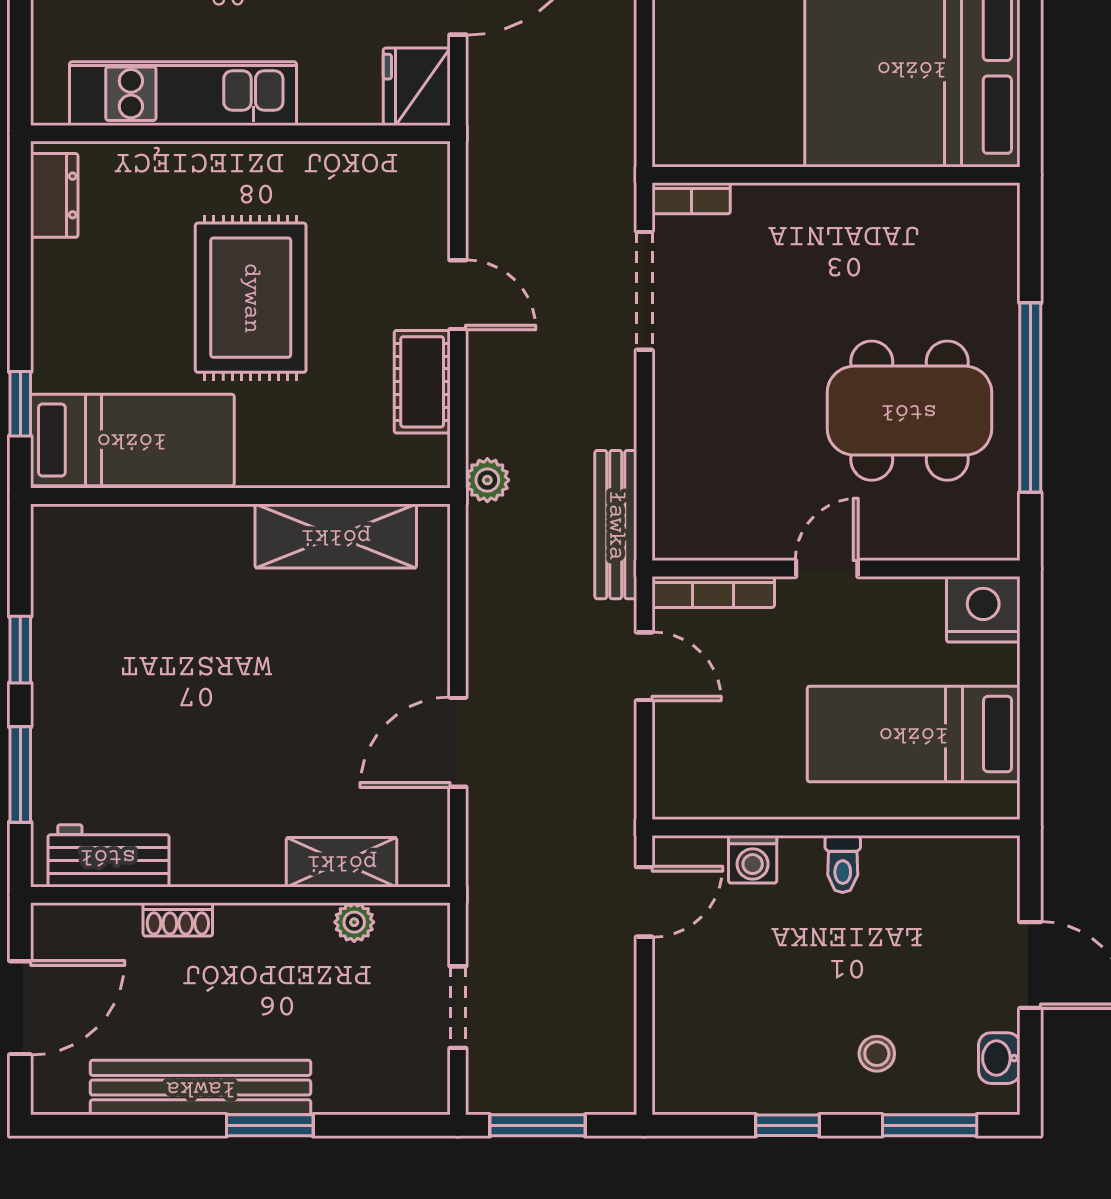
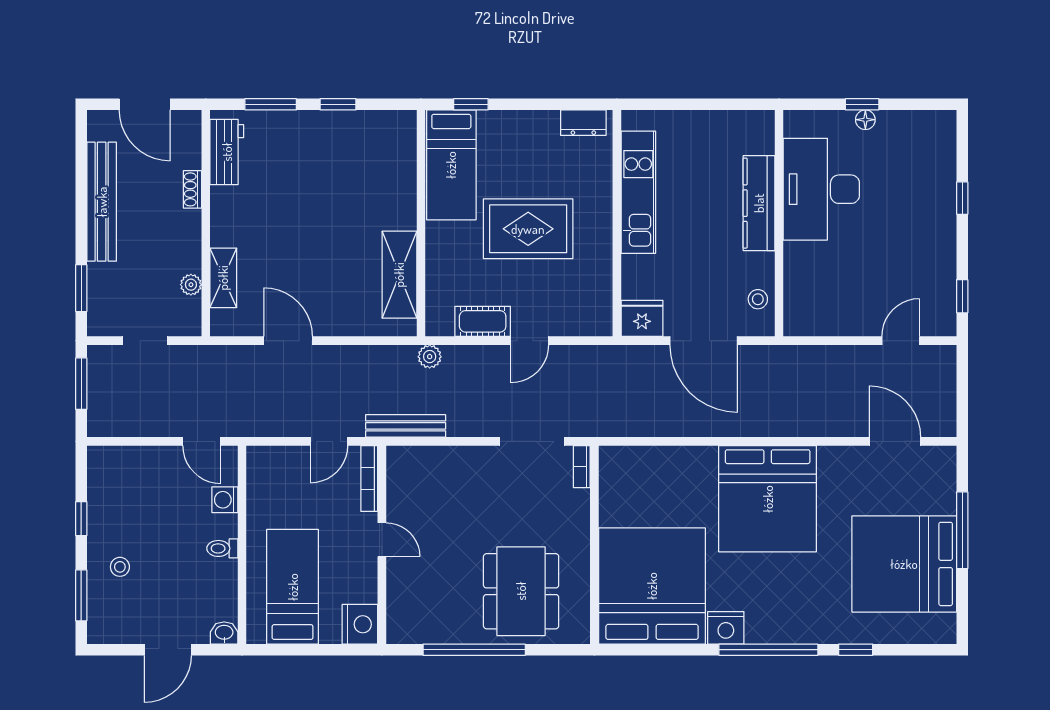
dining table: (909, 411) -> (521, 591), moved
washbasin: (999, 1058) -> (224, 633), moved
window: (270, 1125) -> (81, 288), moved

